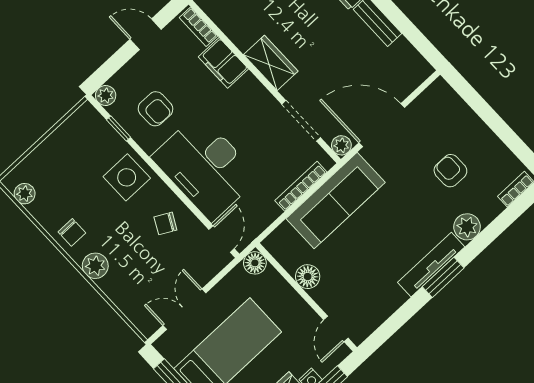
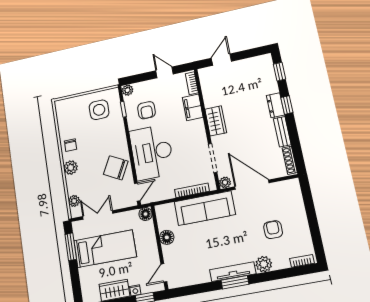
shoe rack: (413, 57) -> (290, 160), added
side table: (127, 177) -> (99, 110), moved
plant: (25, 194) -> (74, 201), moved
chair: (165, 223) -> (116, 168), width x1.87, depth x1.87

